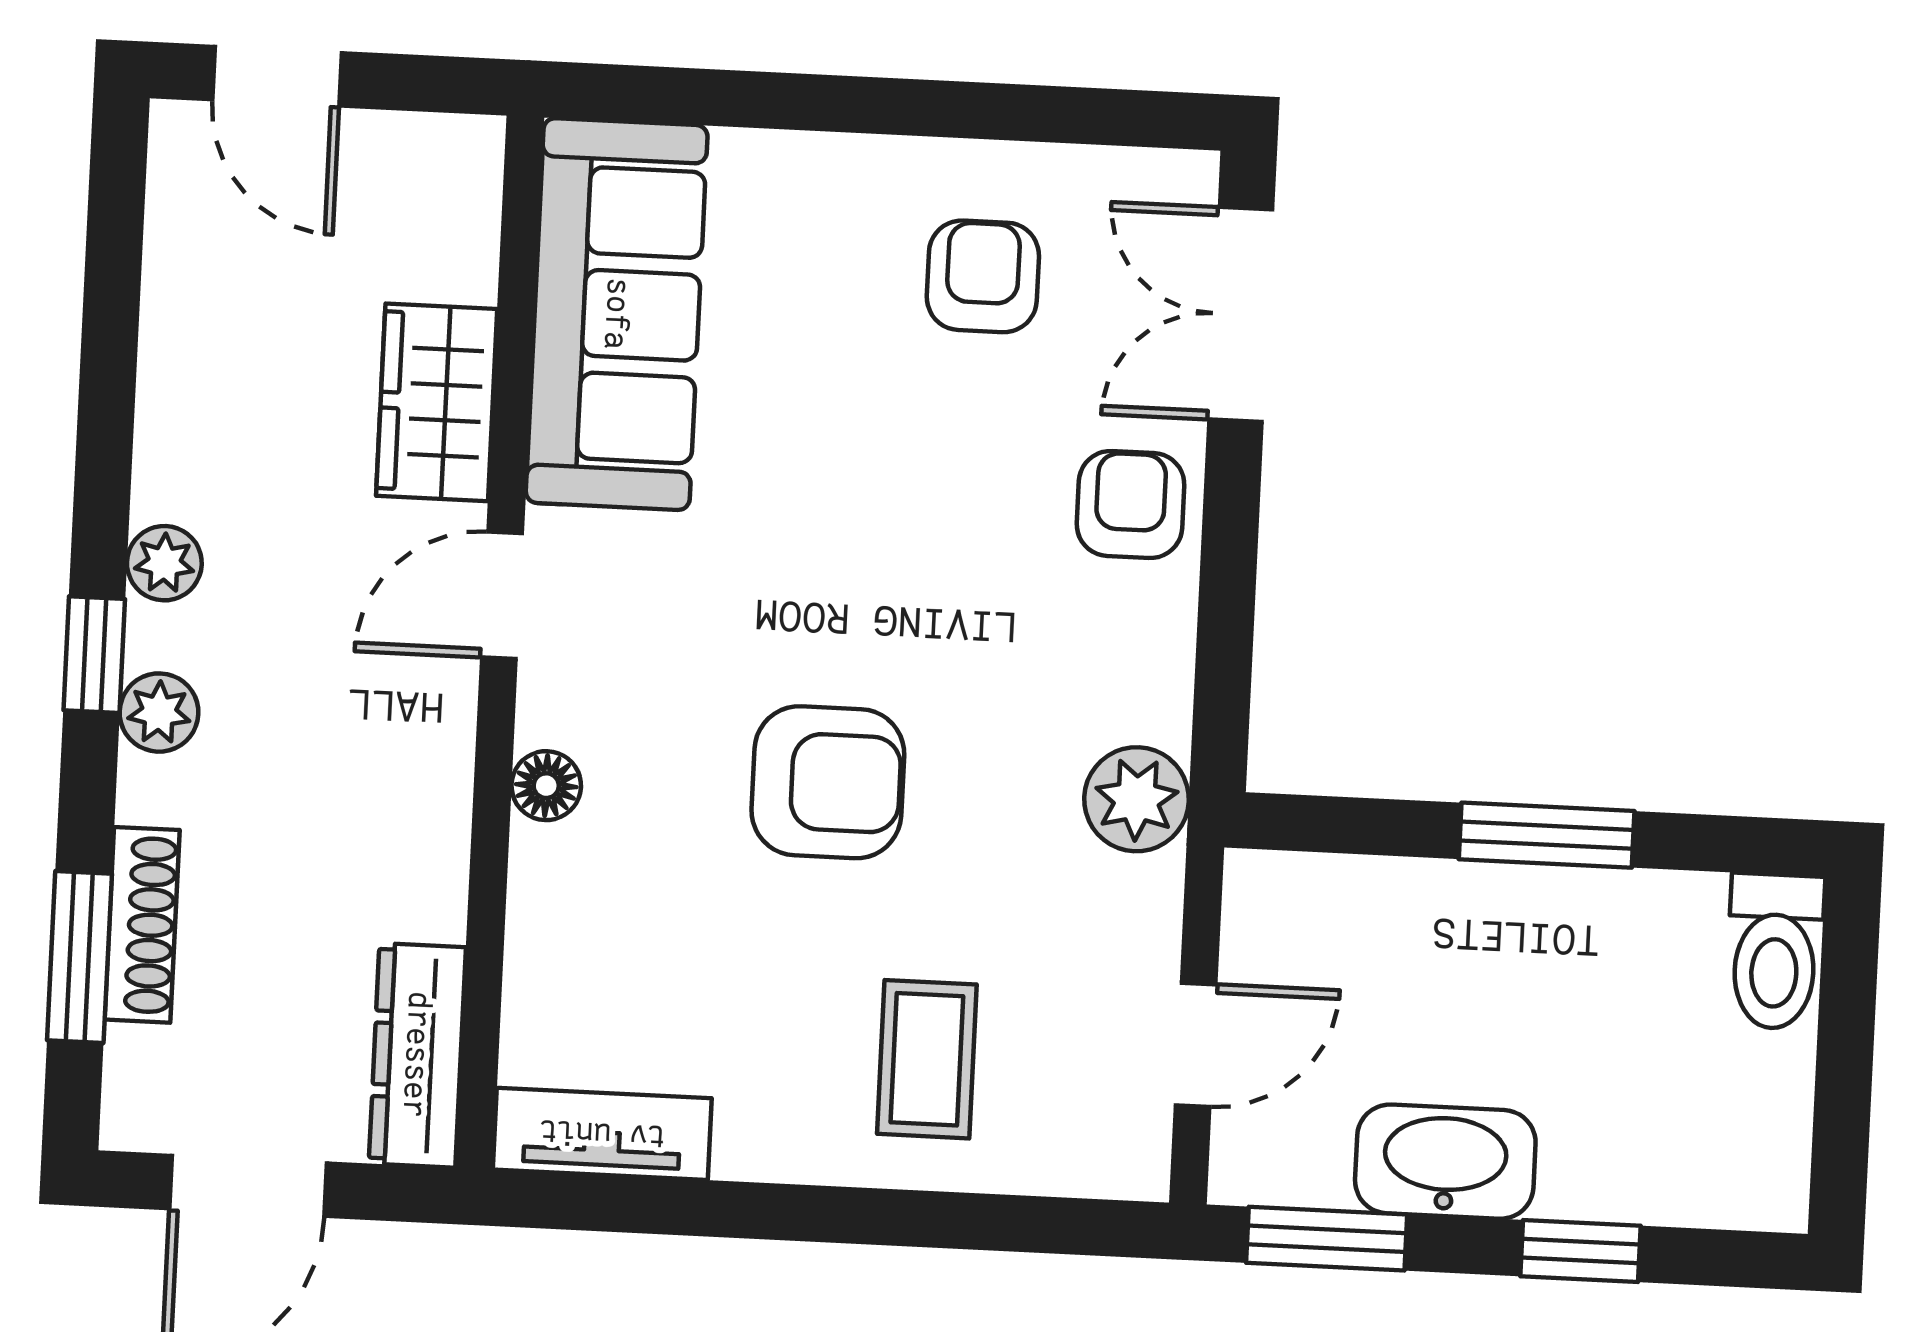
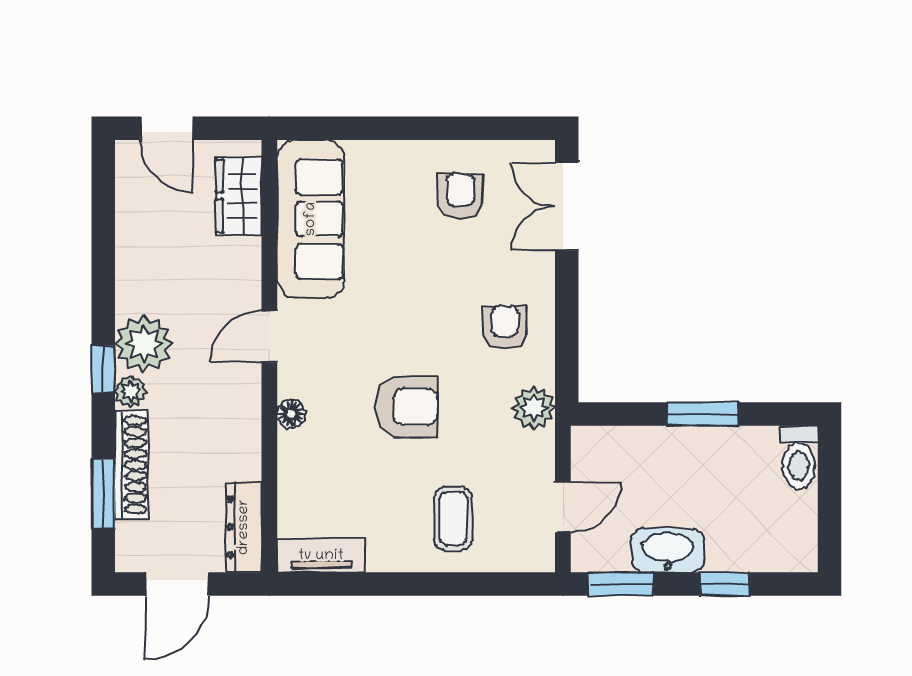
wardrobe: (437, 402) -> (239, 196), moved
armchair: (1131, 504) -> (505, 327), moved
plant: (164, 563) -> (144, 344), width x1.87, depth x1.87
shoe rack: (142, 925) -> (131, 465), width x1.36, depth x1.24

